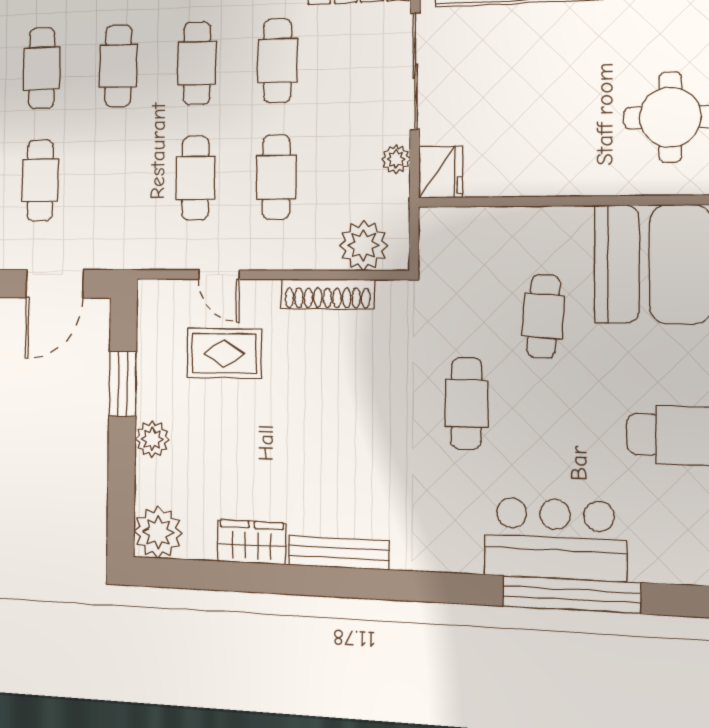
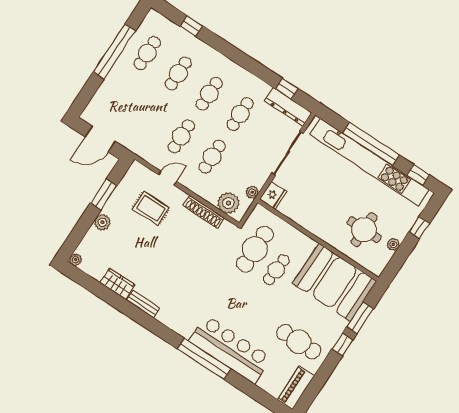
plant: (396, 159) -> (252, 192), moved
cafe table: (40, 180) -> (119, 96), removed
door: (219, 275) -> (167, 178), swing flipped
cafe table: (466, 403) -> (255, 249), moved, width x1.37, depth x1.35
plant: (158, 532) -> (75, 260), width x0.53, depth x0.53
bar counter: (555, 539) -> (230, 349), width x1.36
bench: (339, 553) -> (143, 304), width x0.73
window: (571, 594) -> (204, 359), moved

